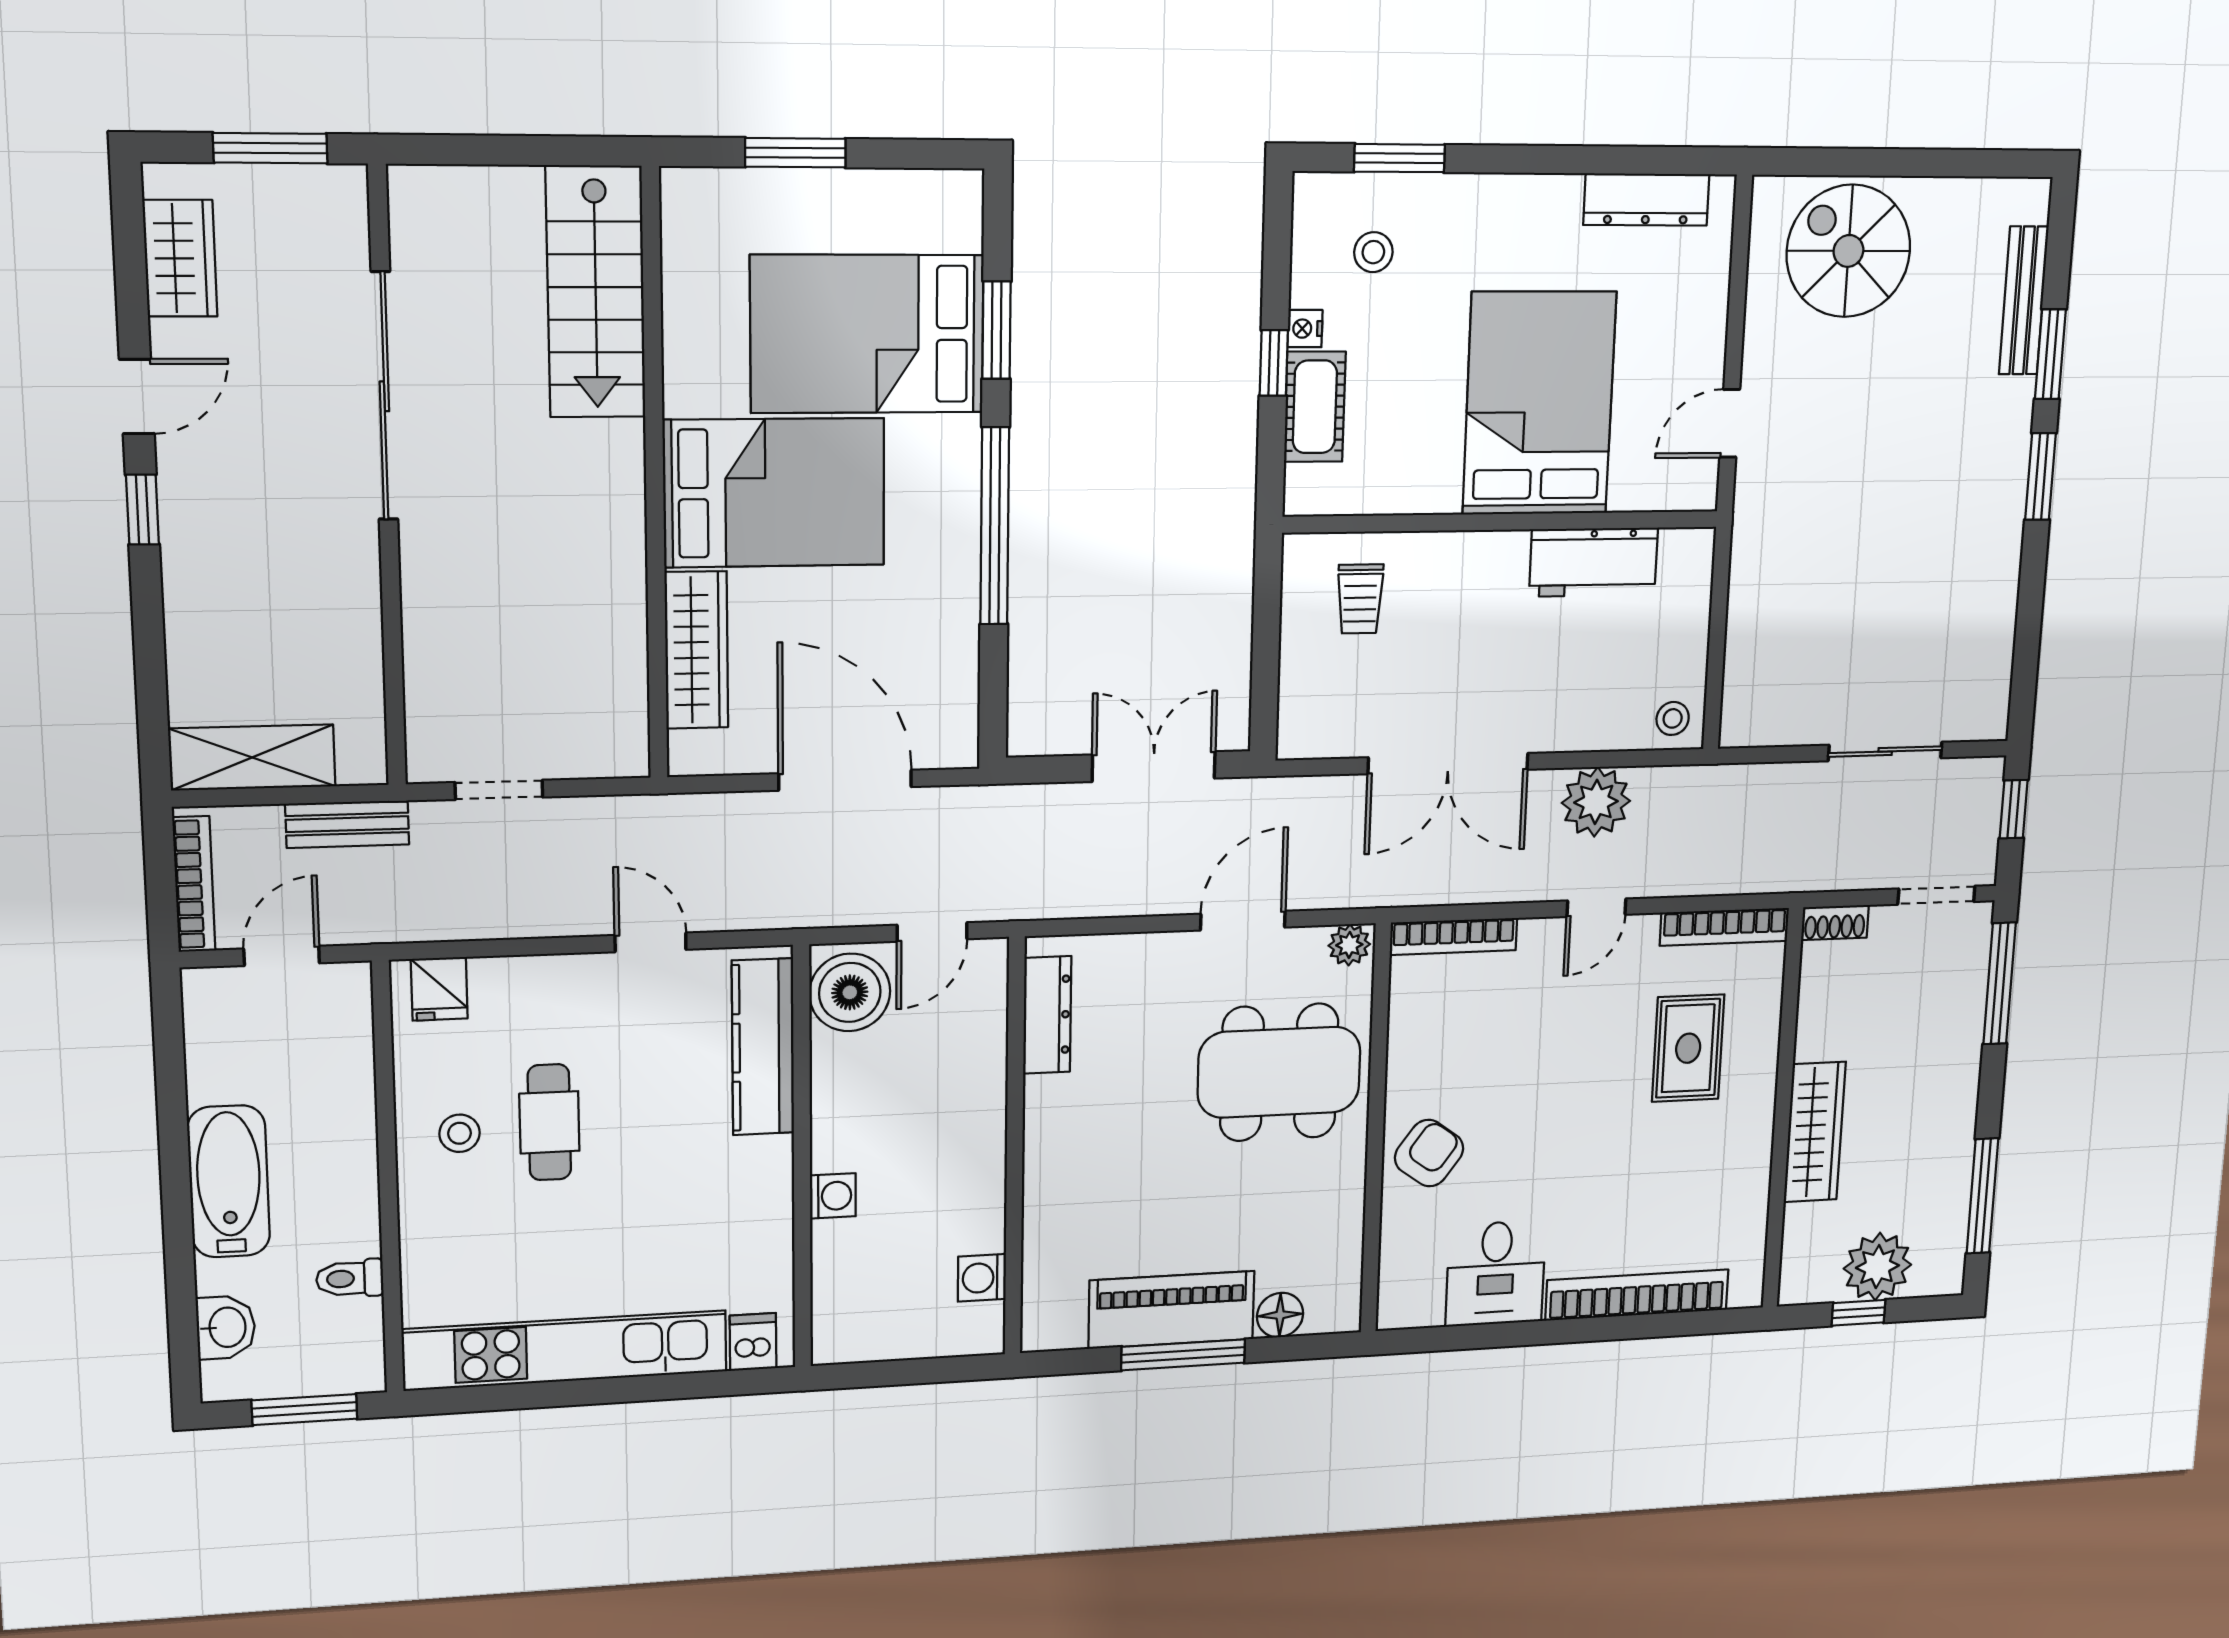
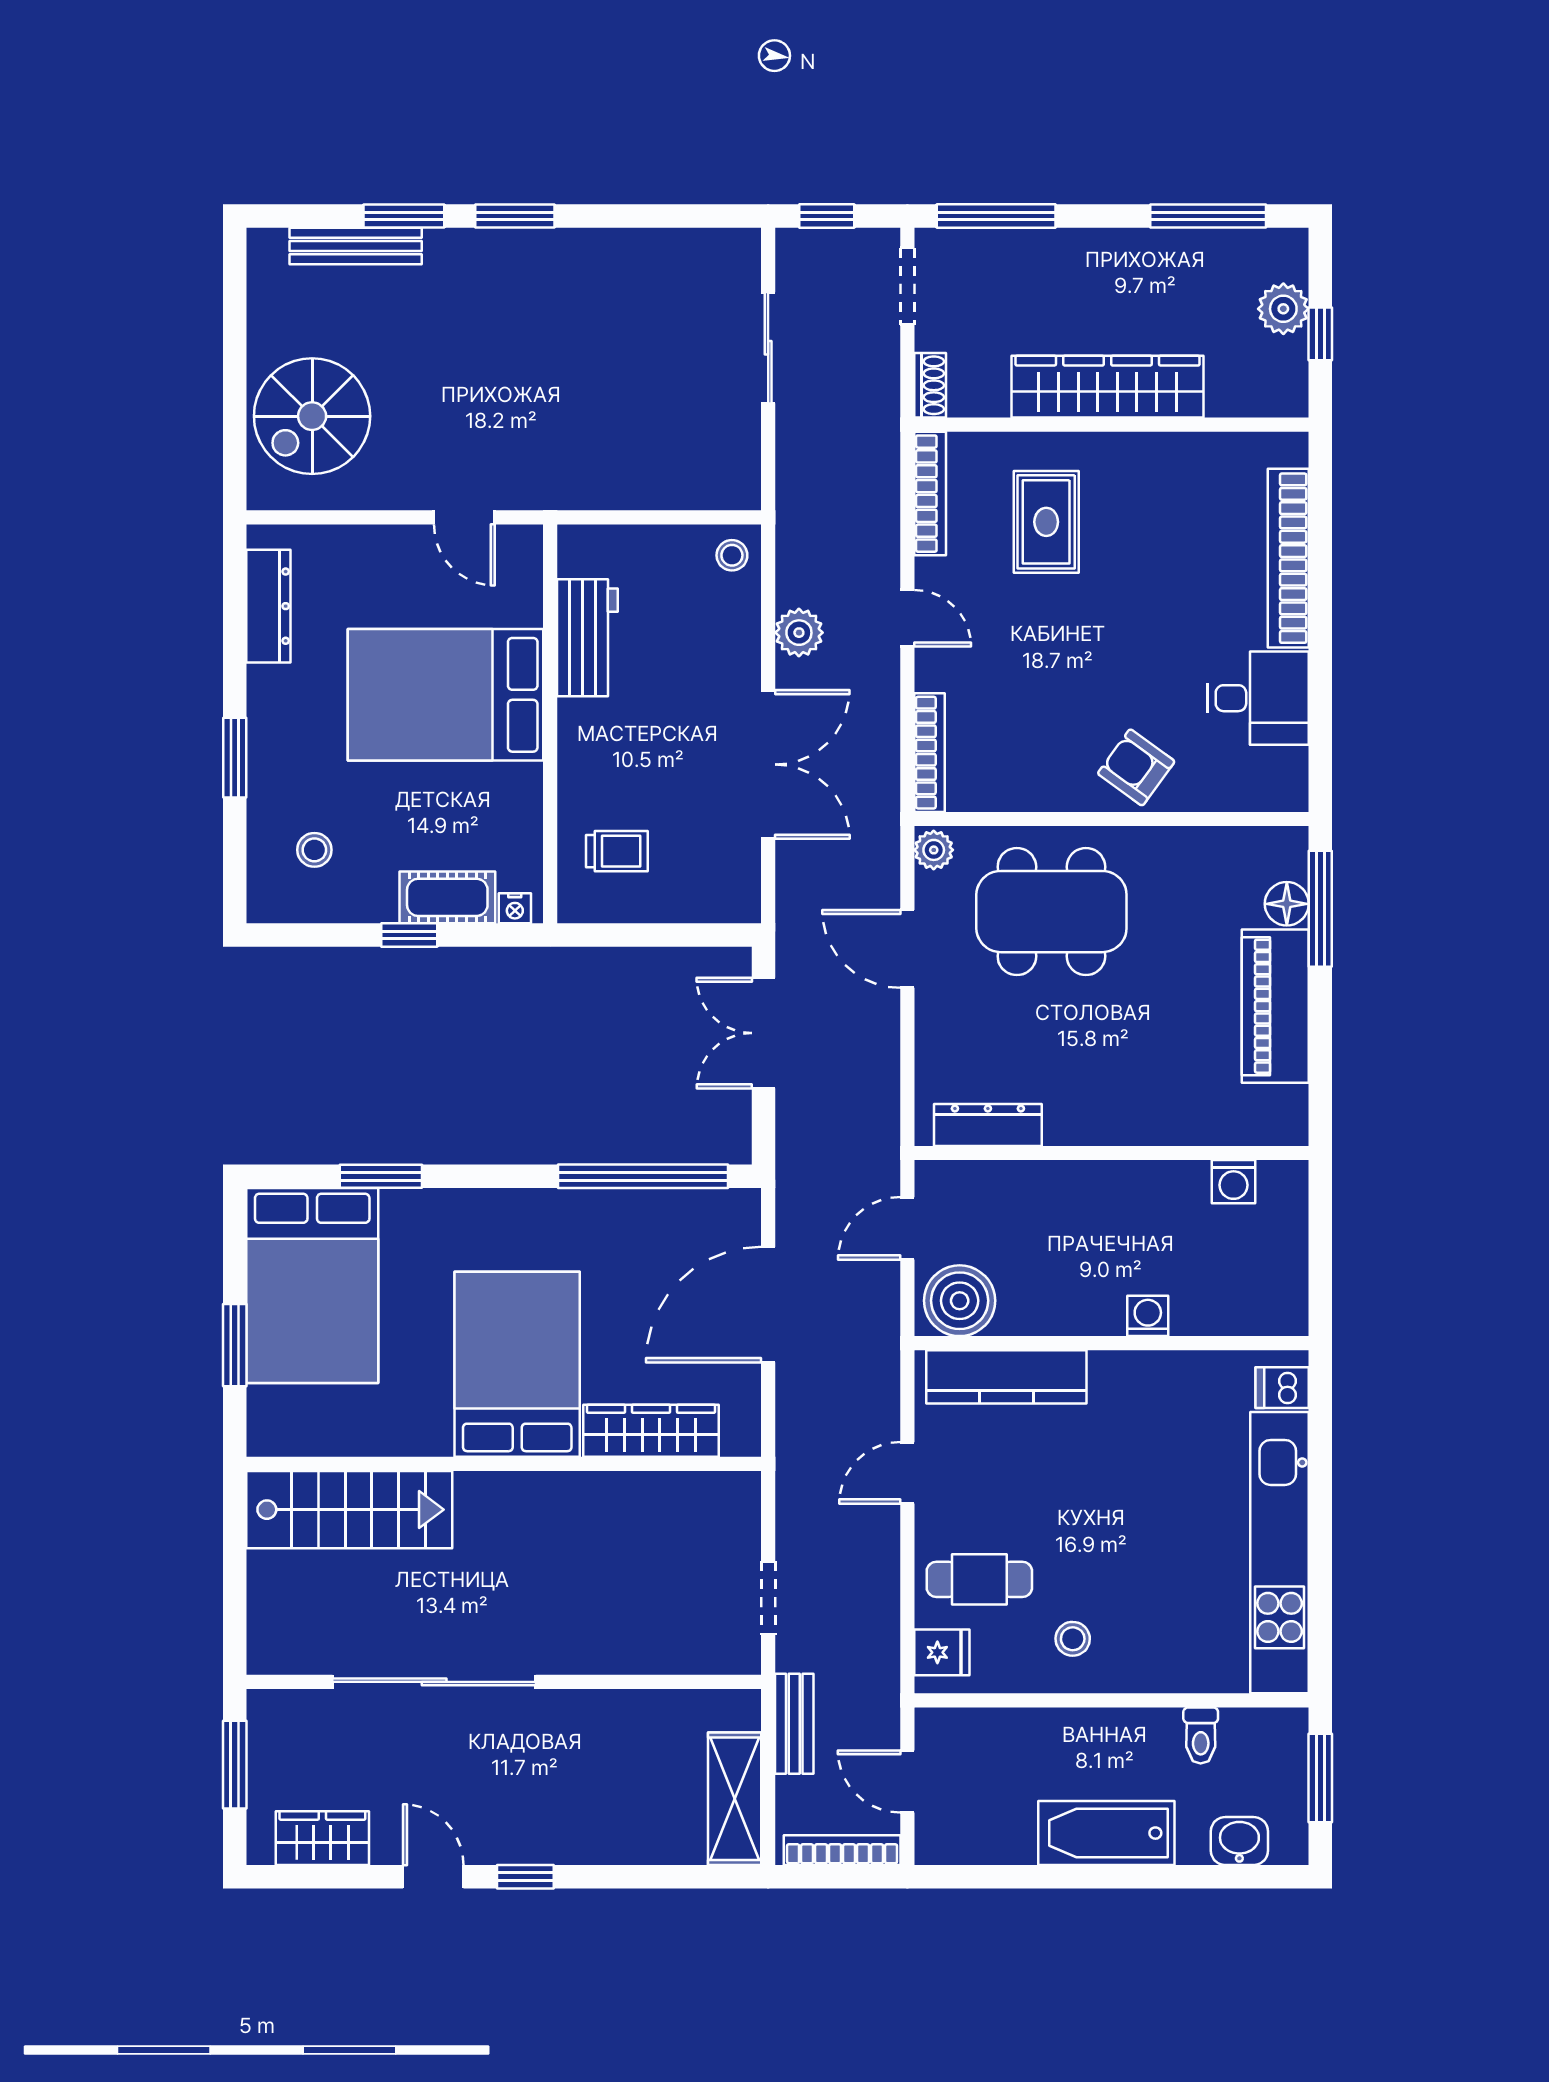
window: (1400, 158) -> (235, 758), moved
nightstand: (1305, 329) -> (515, 908), moved
bed: (867, 334) -> (312, 1286), moved
window: (995, 526) -> (643, 1176), moved
plant: (1596, 802) -> (799, 633), width x0.73, depth x0.73
door: (932, 932) -> (907, 1228), swing flipped
rug: (1688, 1048) -> (1046, 522), turned 90
dining table: (1279, 1072) -> (1051, 912), turned 90
cafe table: (549, 1122) -> (979, 1579), moved
wardrobe: (1815, 1132) -> (1108, 387), width x1.40, depth x1.17
plant: (1877, 1267) -> (1283, 309), width x0.73, depth x0.73
window: (1183, 1355) -> (1320, 909), moved

